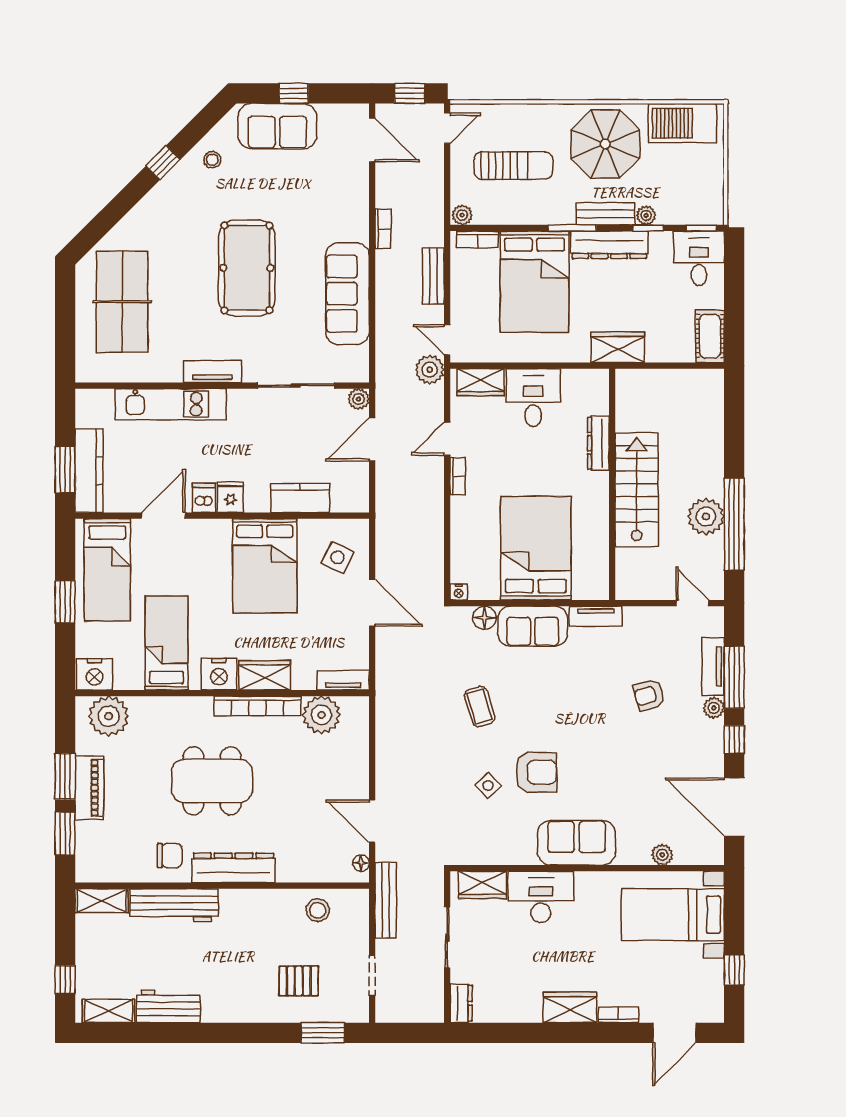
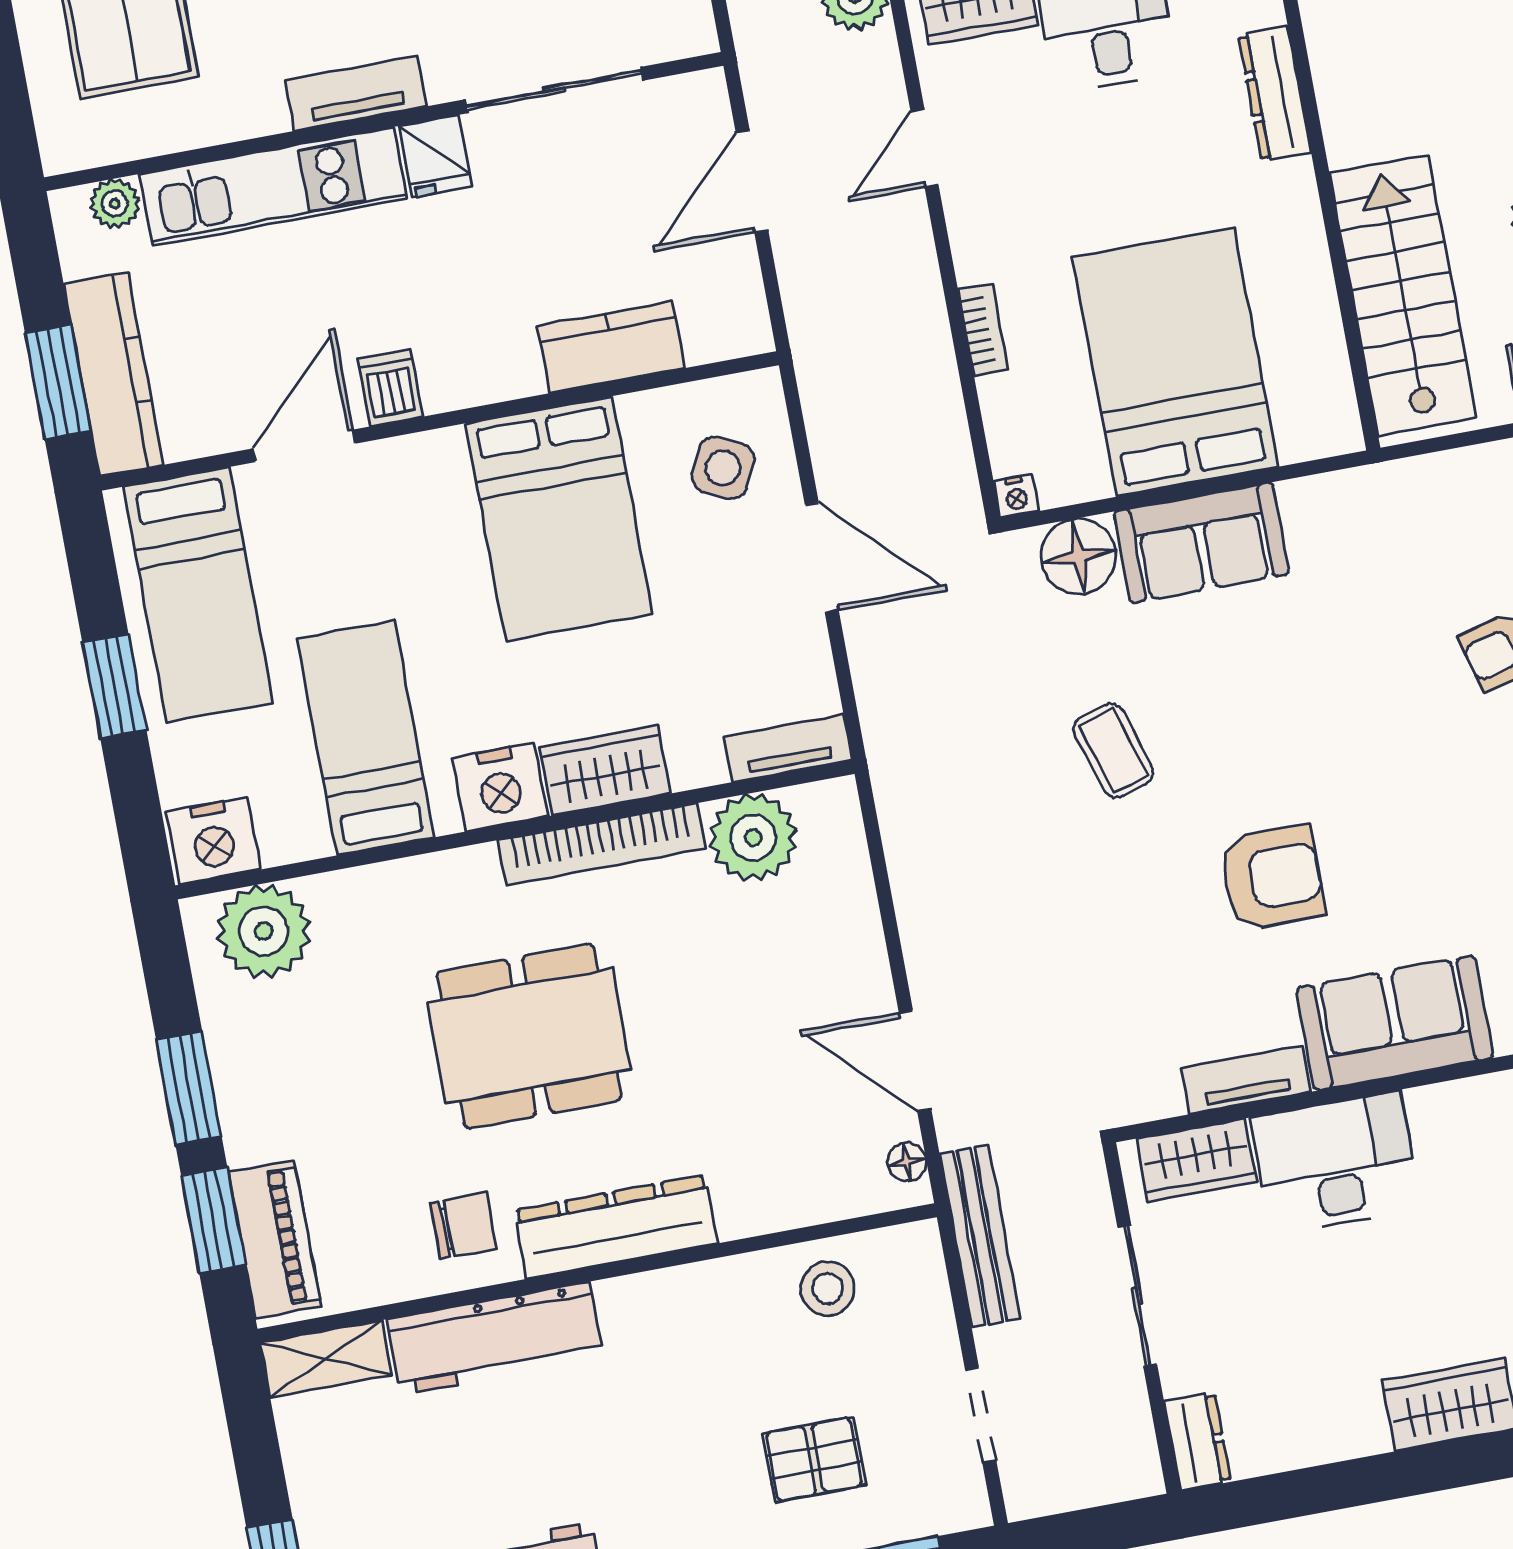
plant: (359, 399) -> (115, 204), moved
bookcase: (458, 476) -> (983, 330), moved
stairs: (637, 490) -> (1403, 295), moved
fridge: (230, 497) -> (435, 156), moved, turned 180
tv unit: (596, 616) -> (1246, 1080), moved, turned 180
floor lamp: (484, 618) -> (1078, 556), width x1.38, depth x1.38
side table: (488, 786) -> (1167, 929), removed
piano: (89, 788) -> (275, 1239), moved

